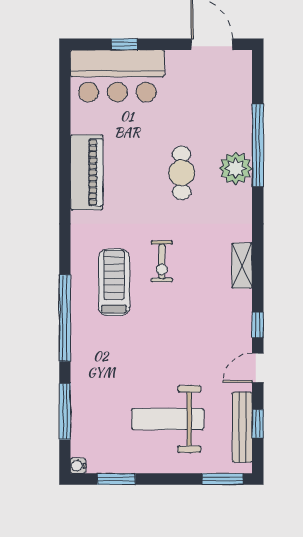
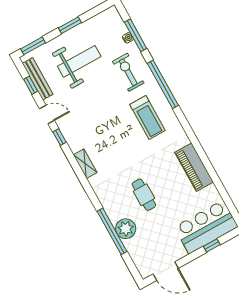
plant: (236, 168) -> (126, 229), moved
exercise bike: (162, 261) -> (128, 72), moved, width x1.38, depth x1.39
door: (258, 368) -> (47, 115), hinge flipped
water cooler: (78, 466) -> (128, 38), moved
window: (116, 479) -> (70, 25), moved

